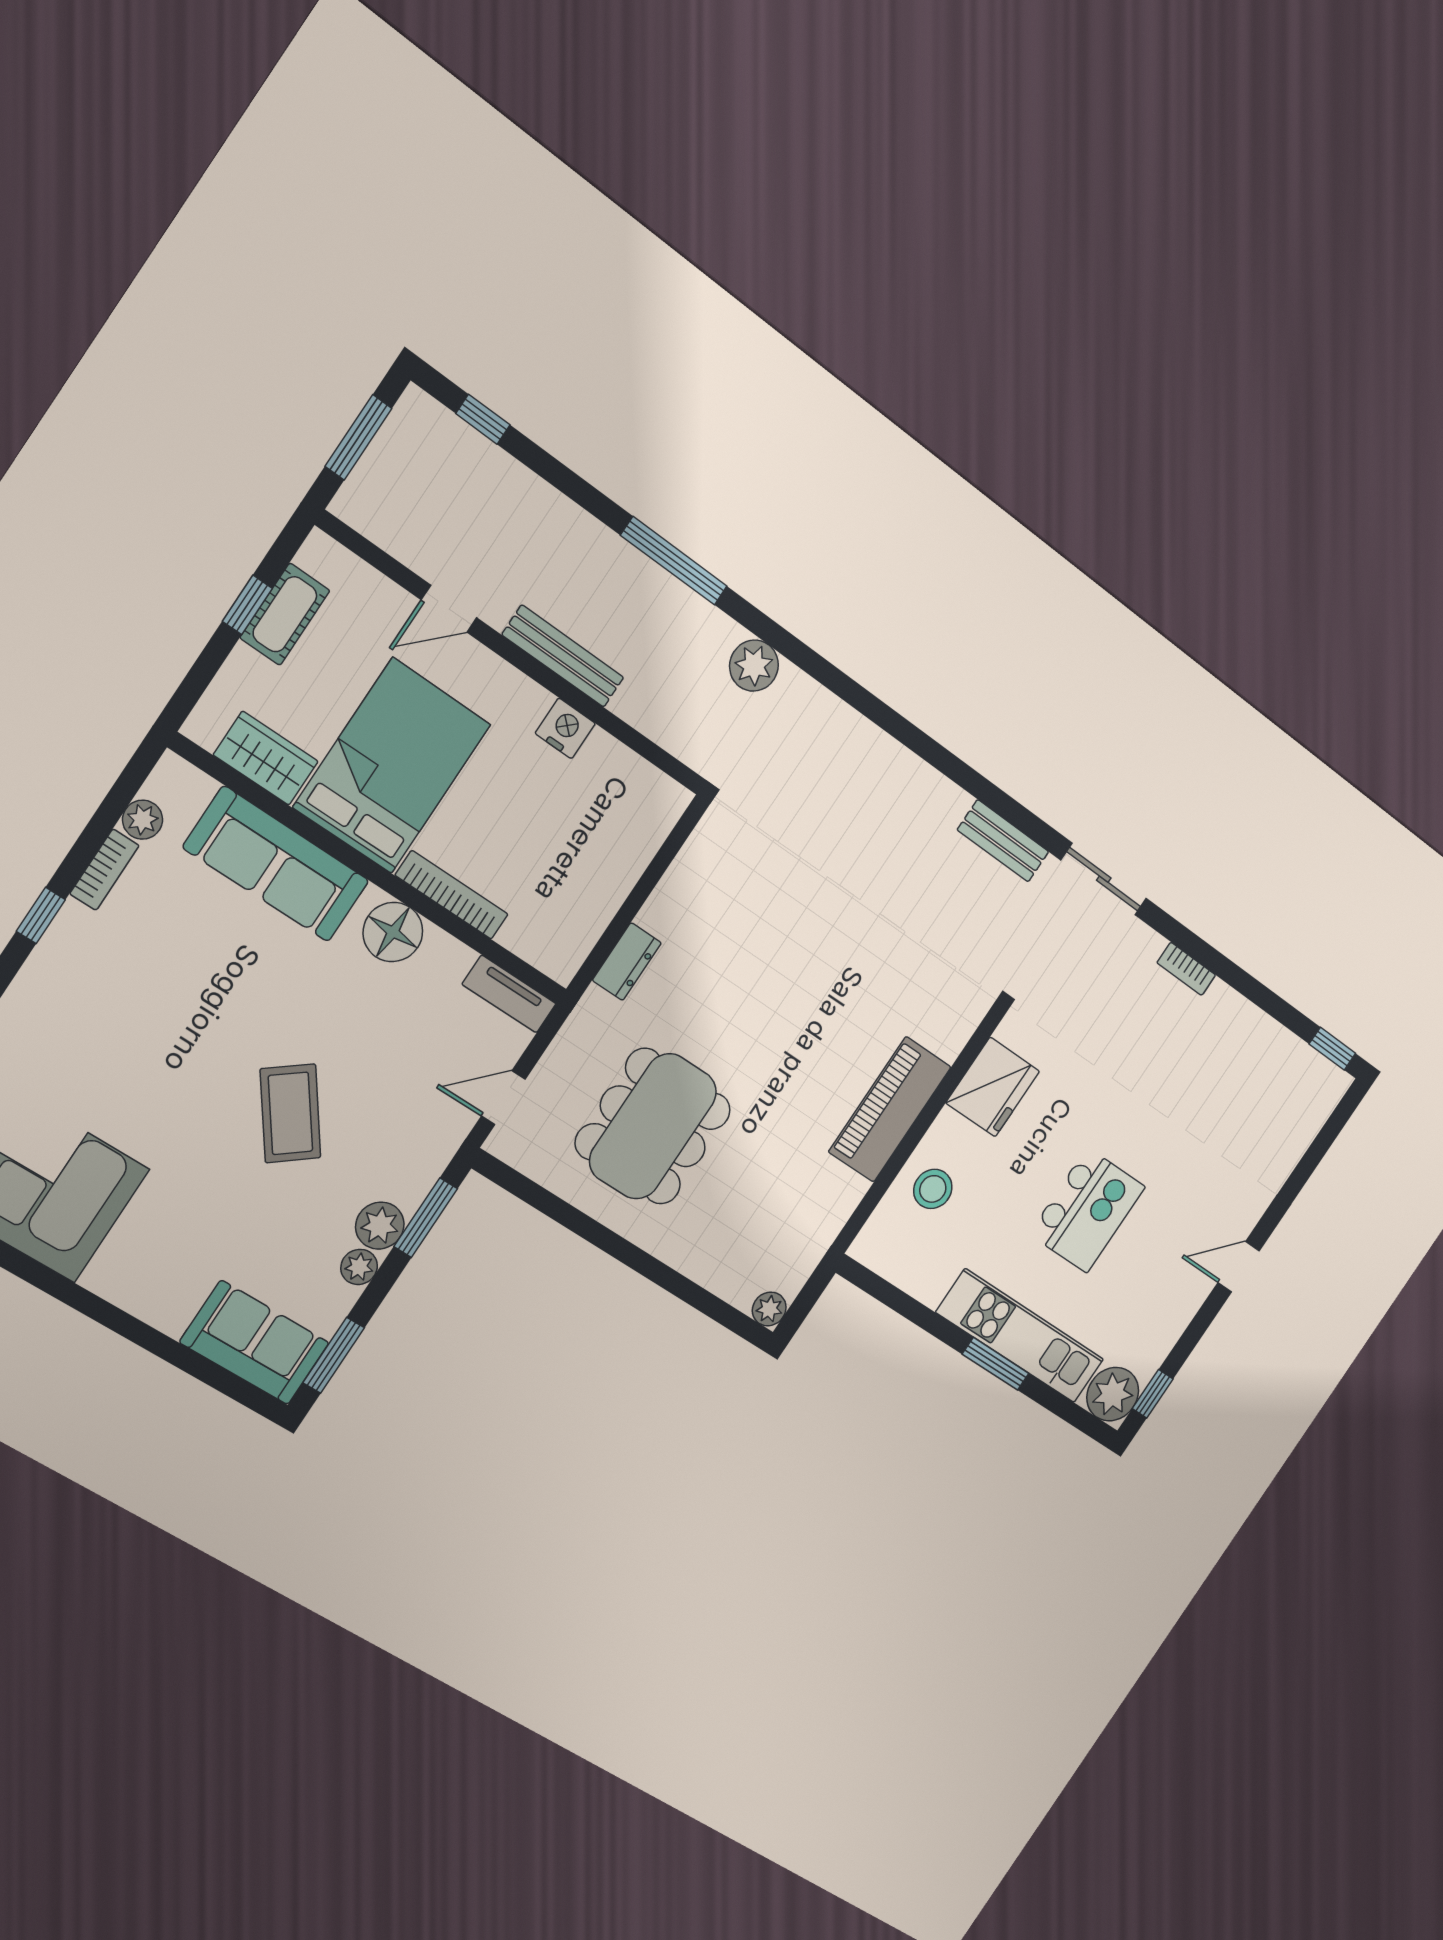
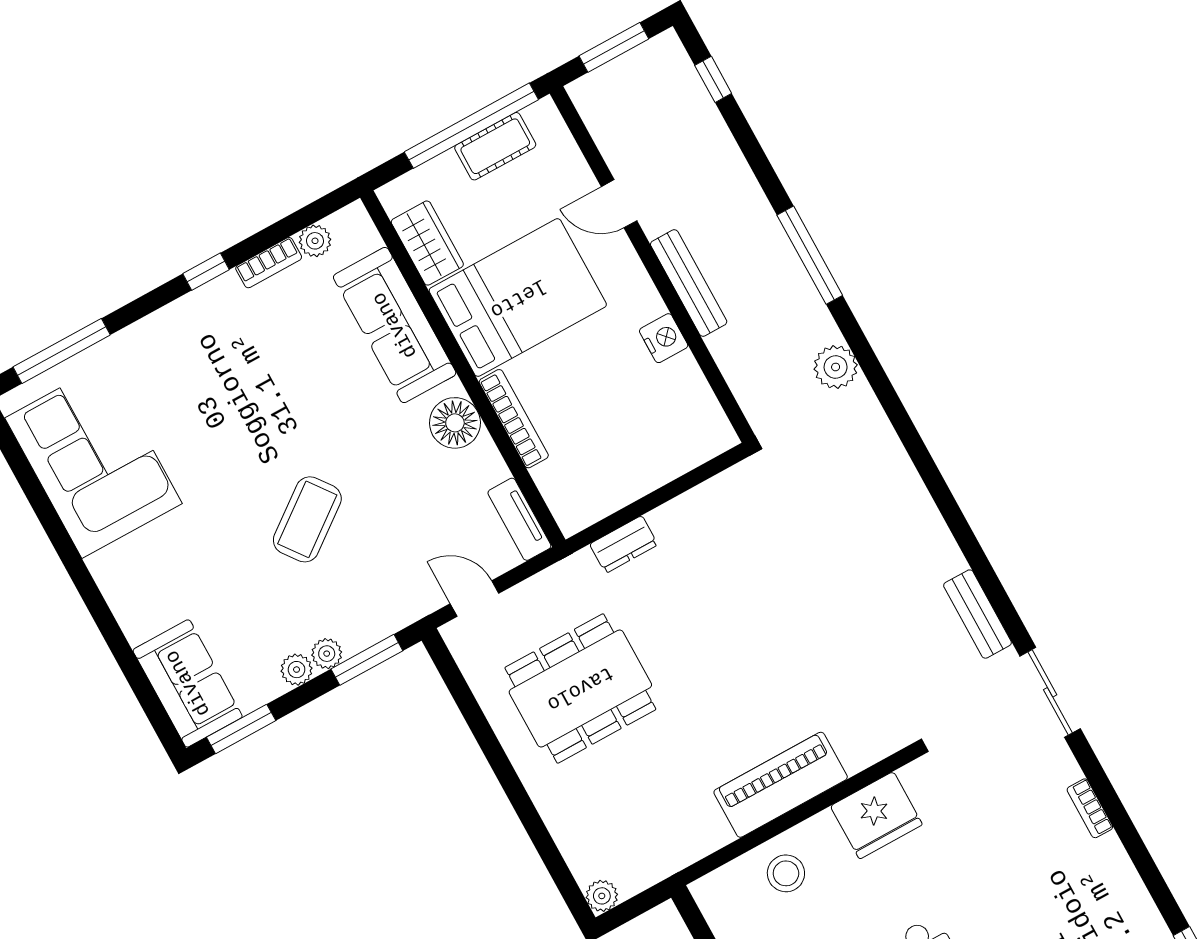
window: (247, 605) -> (471, 126), width x3.17
plant: (380, 1226) -> (327, 654), width x0.73, depth x0.73

